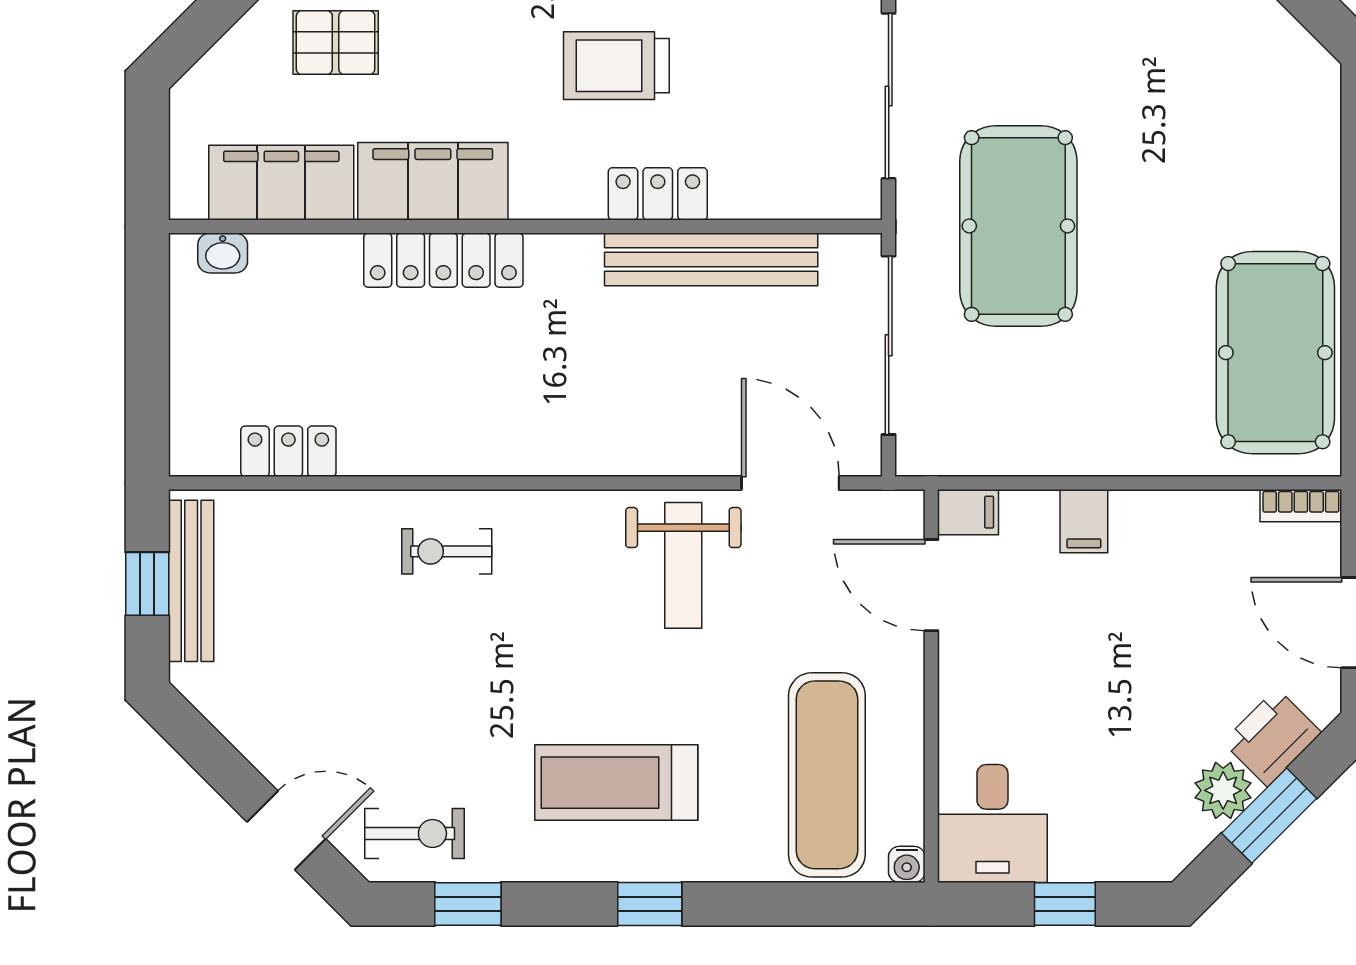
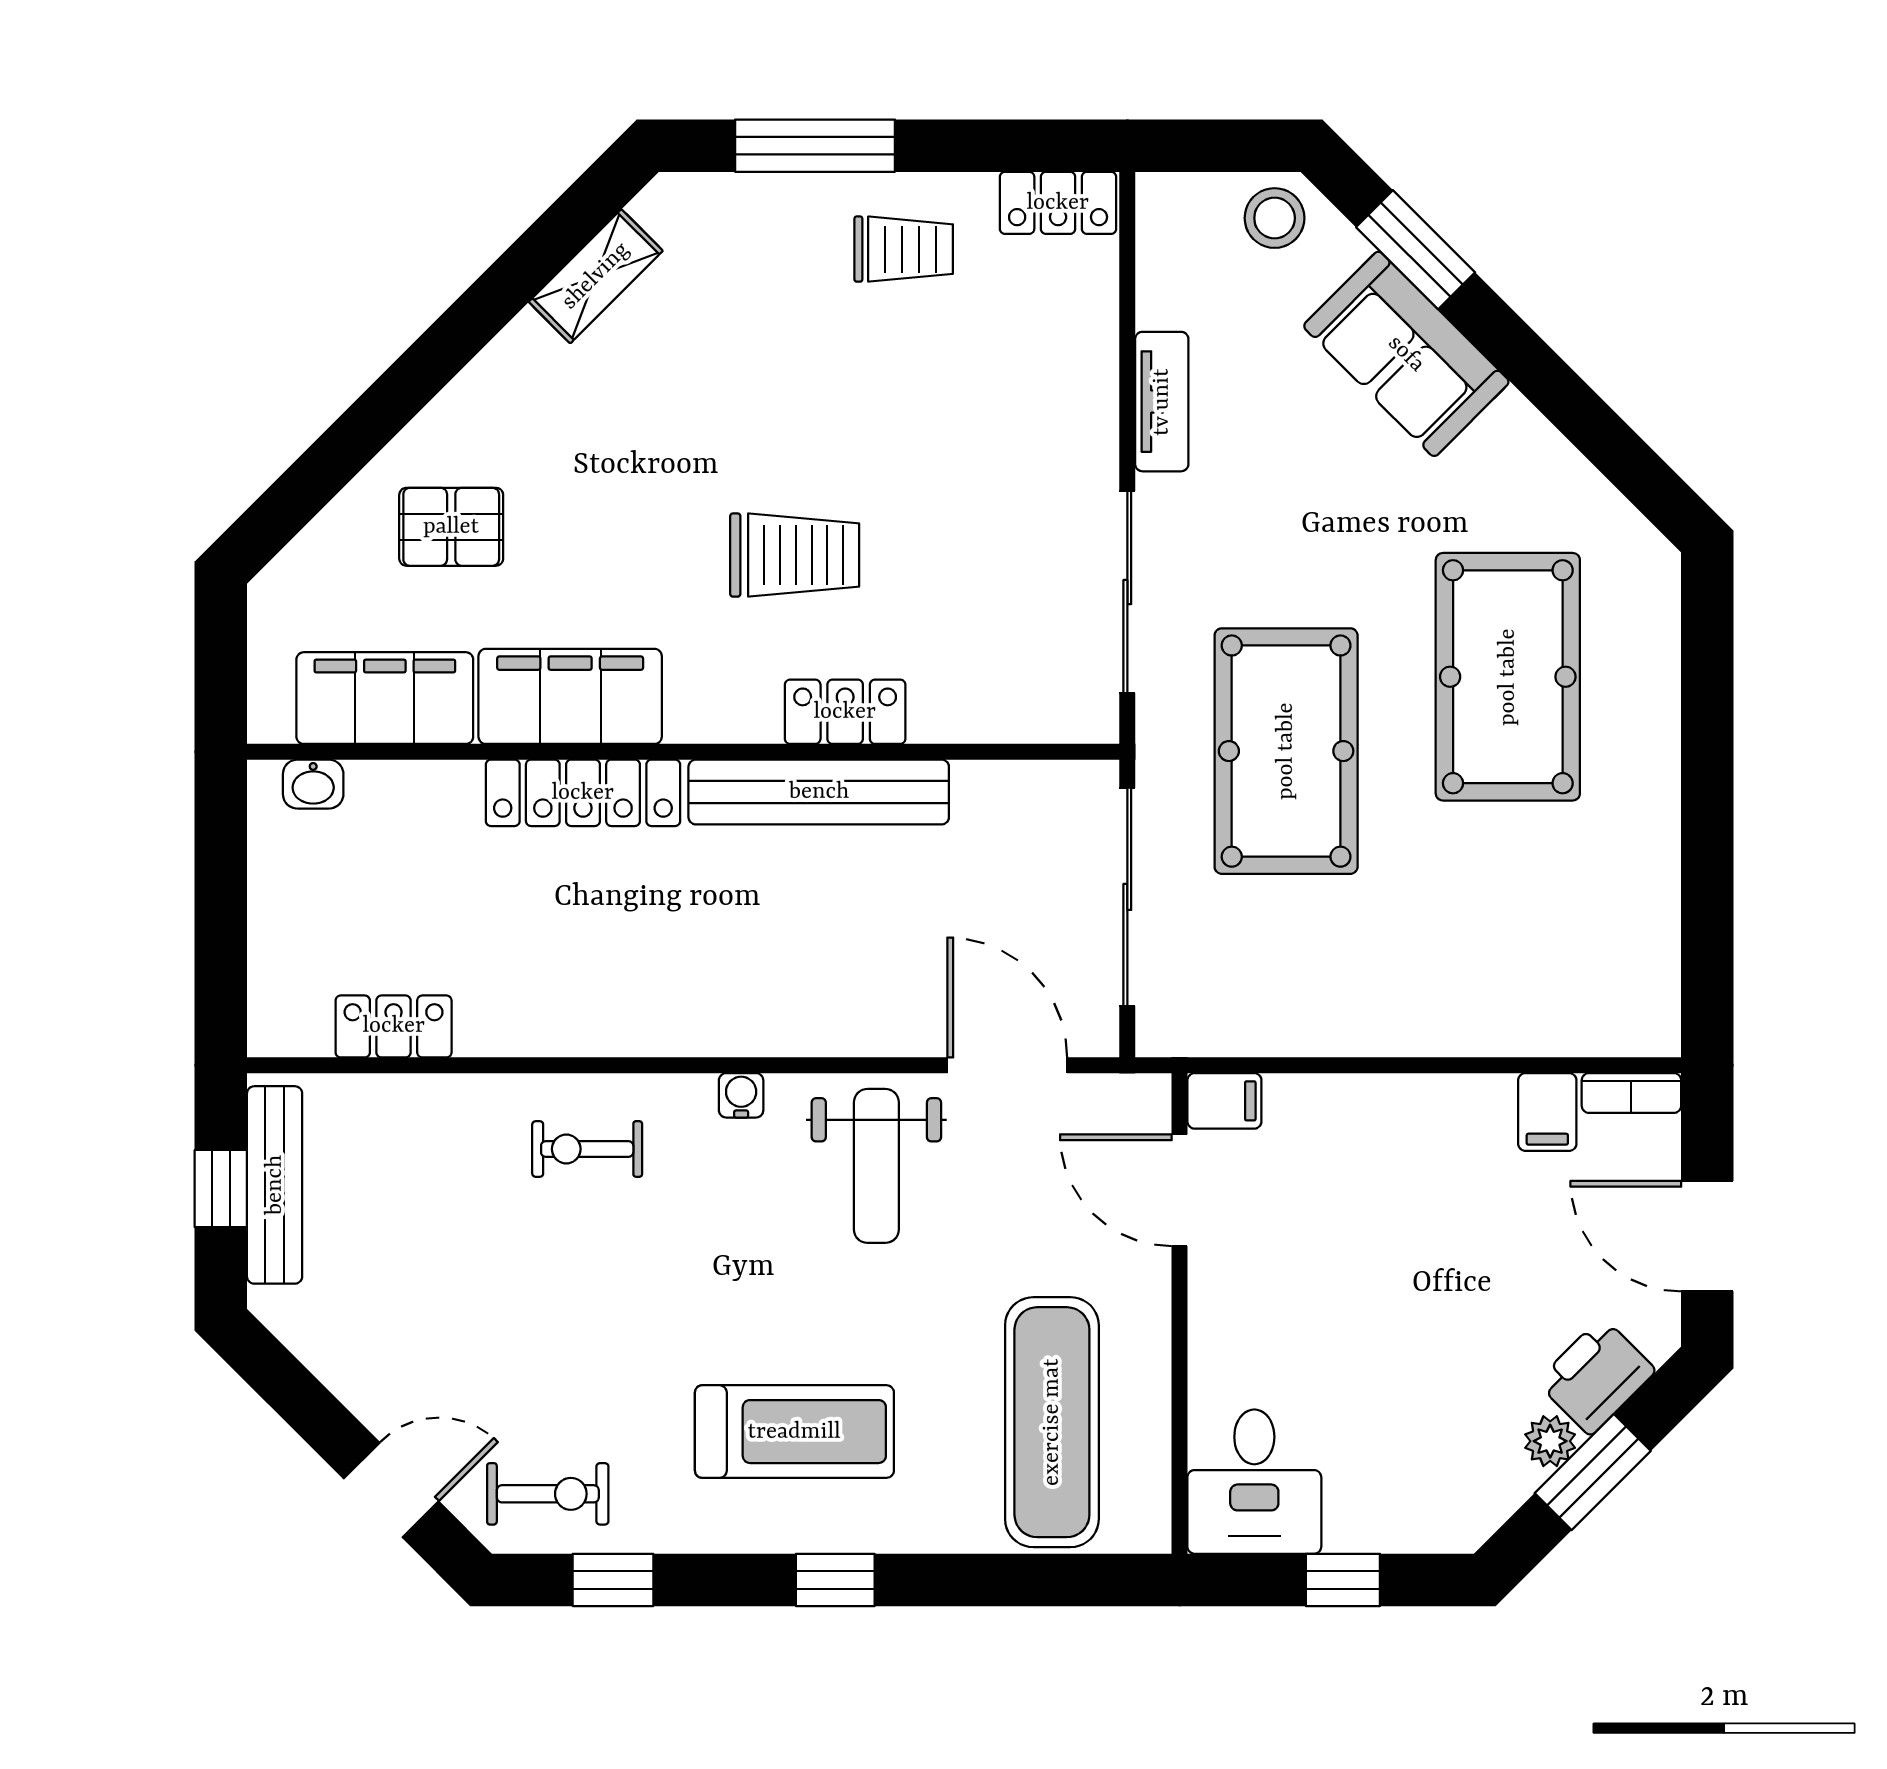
trolley: (616, 66) -> (795, 555), turned 180
bench: (711, 259) -> (819, 792), moved
pool table: (1275, 353) -> (1508, 677), moved
filing cabinet: (1084, 521) -> (1547, 1112), moved
treadmill: (616, 783) -> (794, 1432), turned 180
plant: (1223, 790) -> (1550, 1441), width x0.73, depth x0.73
water cooler: (907, 864) -> (741, 1095), moved, turned 180

